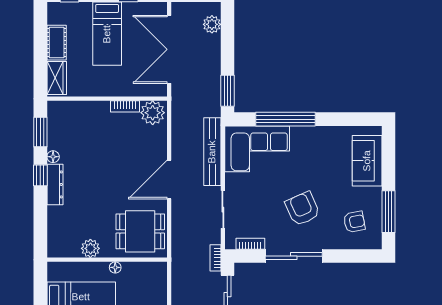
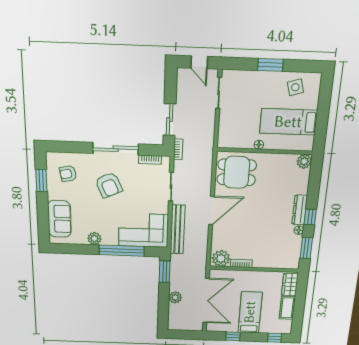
plant: (212, 24) -> (175, 297), moved
plant: (322, 135) -> (94, 239), added
window: (388, 212) -> (41, 181), width x0.69
plant: (90, 248) -> (304, 161), moved

